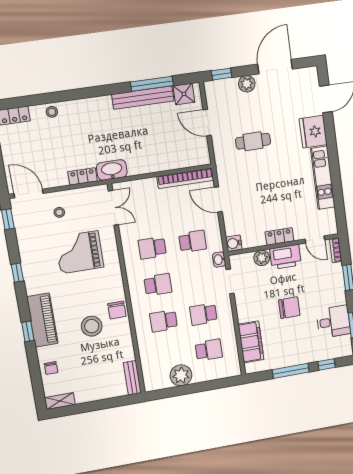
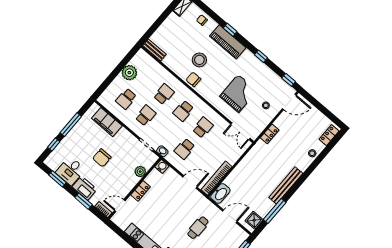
bench: (143, 98) -> (286, 185), moved
washbasin: (112, 170) -> (220, 193), moved
printer: (285, 257) -> (85, 188), moved, turned 90

